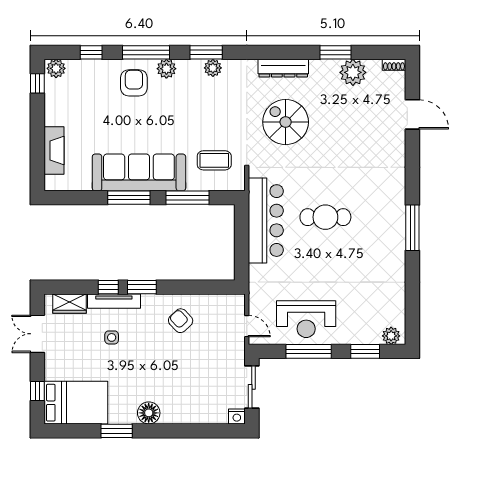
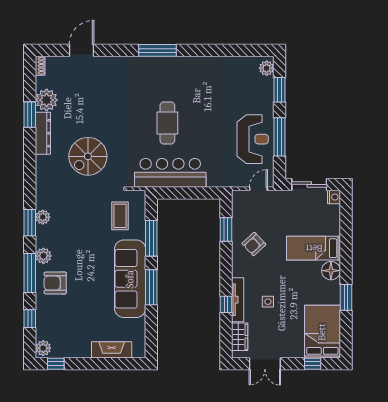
dresser: (283, 68) -> (43, 133), moved
window: (412, 228) -> (158, 50), moved
window: (142, 287) -> (226, 229), moved
bed: (176, 392) -> (314, 248), added

